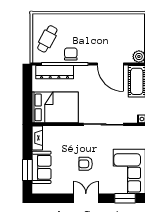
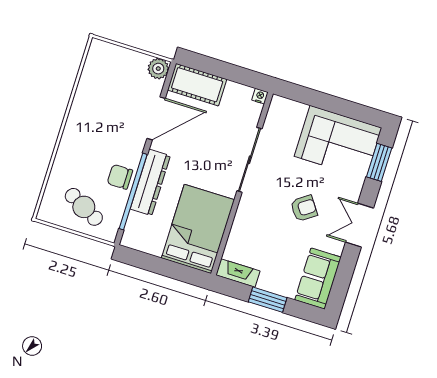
dresser: (55, 72) -> (150, 182), moved
armchair: (86, 164) -> (304, 208), turned -125
sofa: (41, 167) -> (318, 279), moved, turned -90
window: (27, 170) -> (268, 300), moved

